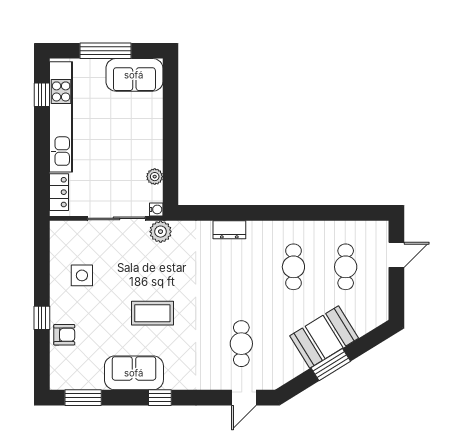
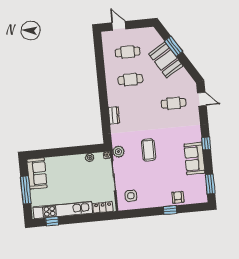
side table: (82, 275) -> (131, 196), moved
coffee table: (152, 313) -> (149, 150), moved
window: (331, 365) -> (174, 46), moved

